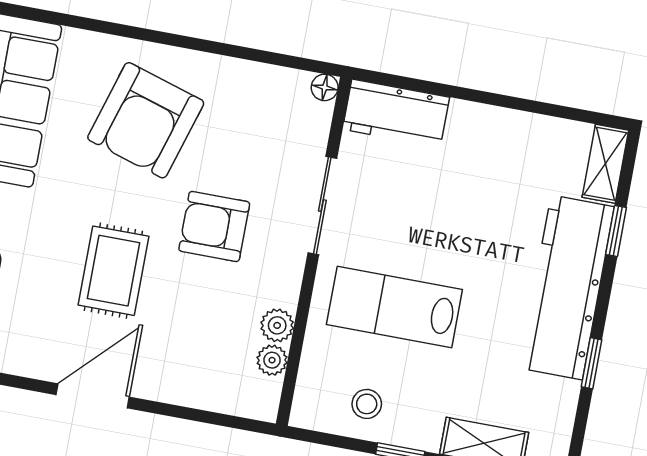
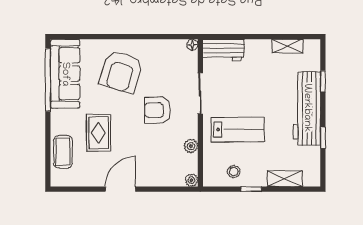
shelving: (605, 164) -> (287, 46), moved, turned 90
rug: (114, 271) -> (99, 133), moved
lab bench: (394, 307) -> (238, 130), turned 180
plant: (272, 360) -> (191, 180), moved

